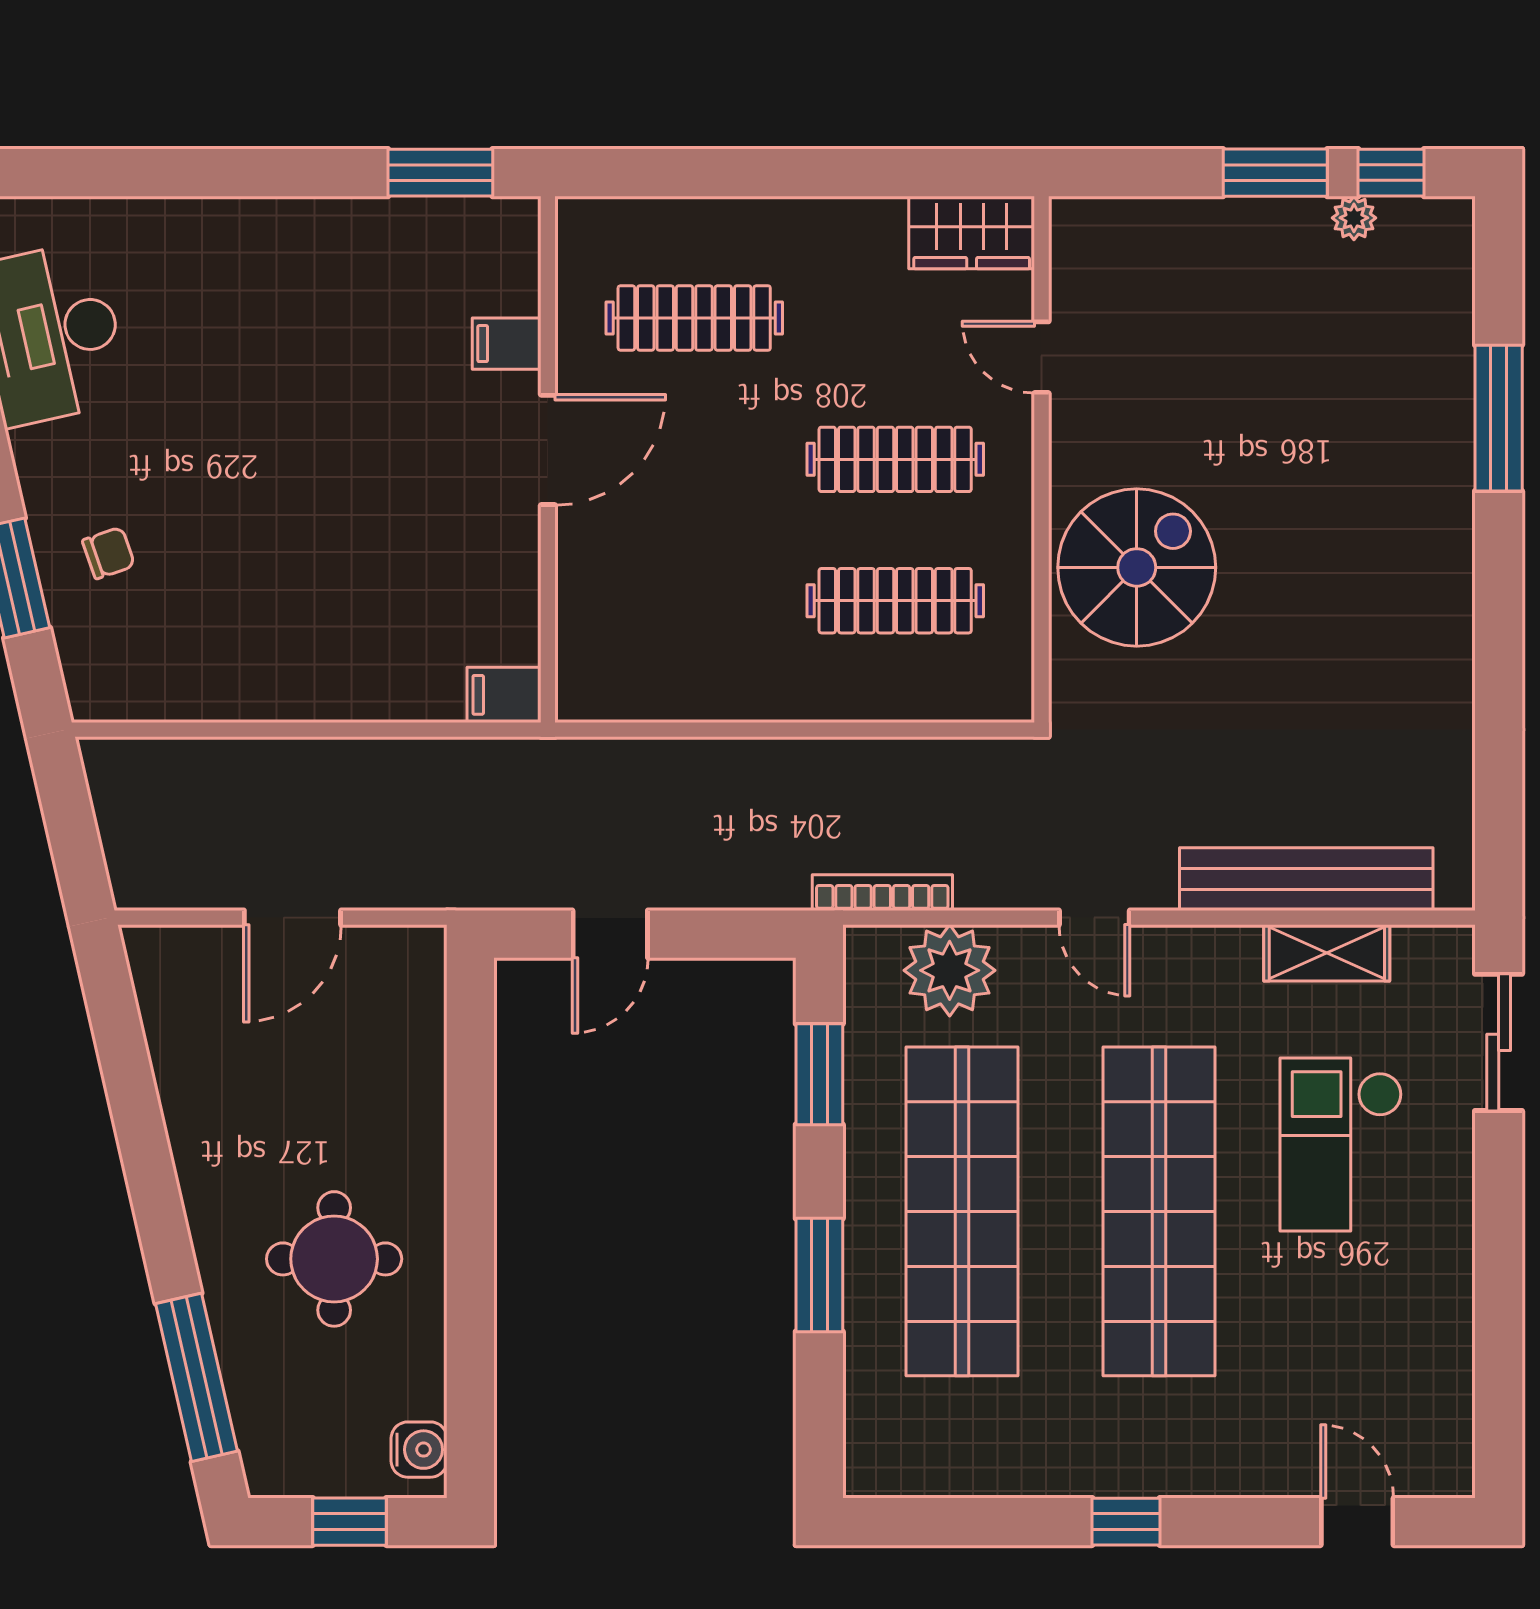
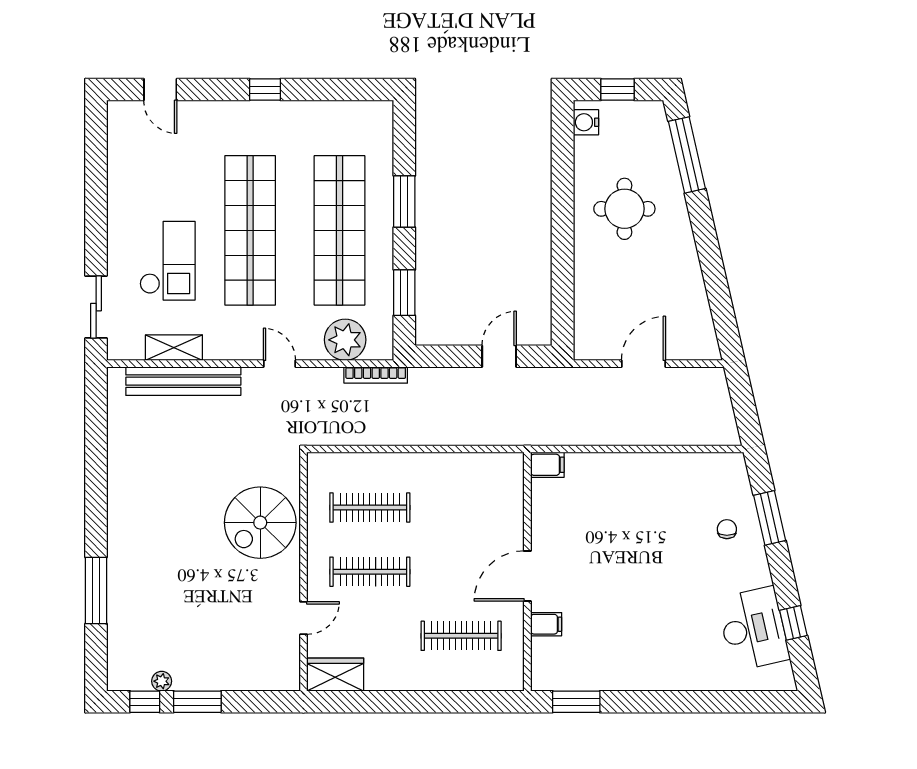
door: (1041, 357) -> (303, 618), hinge flipped
chair: (109, 553) -> (727, 529), turned 109

